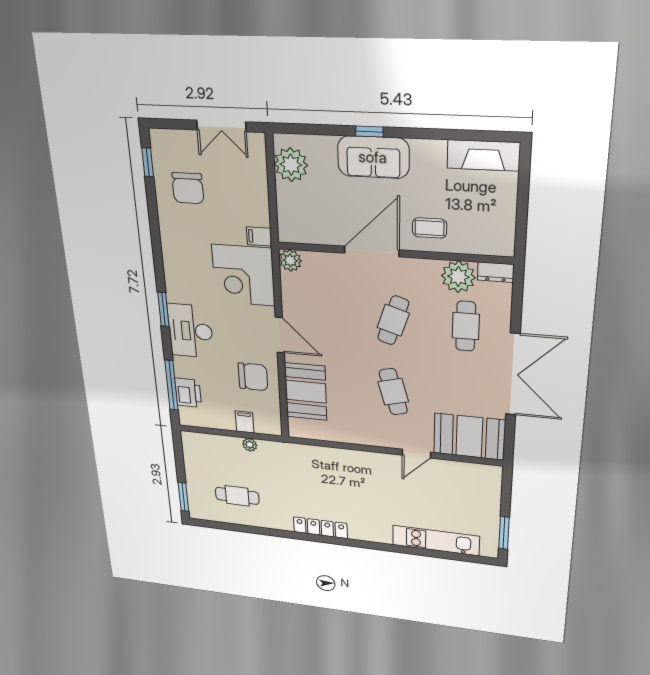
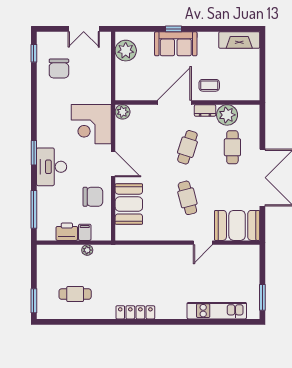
filing cabinet: (259, 236) -> (103, 97), removed
dresser: (496, 272) -> (205, 110), moved
printer: (188, 393) -> (67, 232), moved, turned -90

